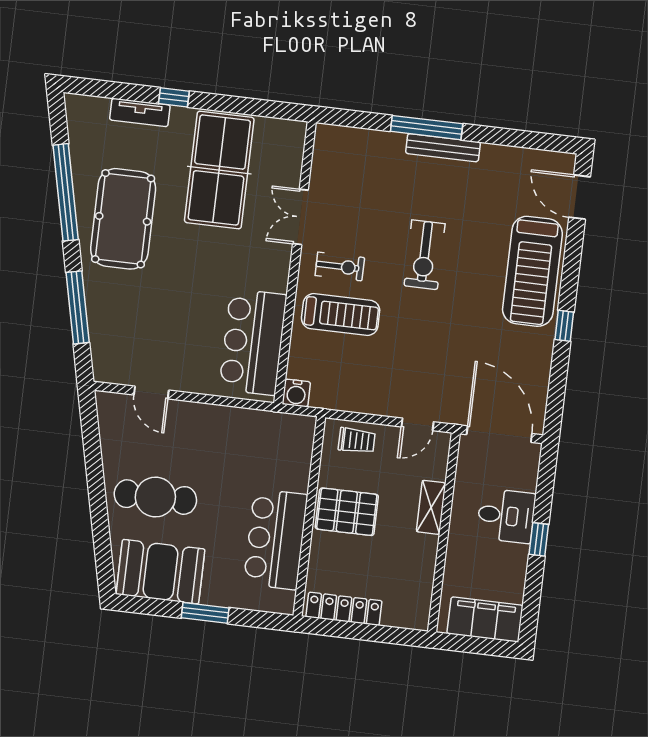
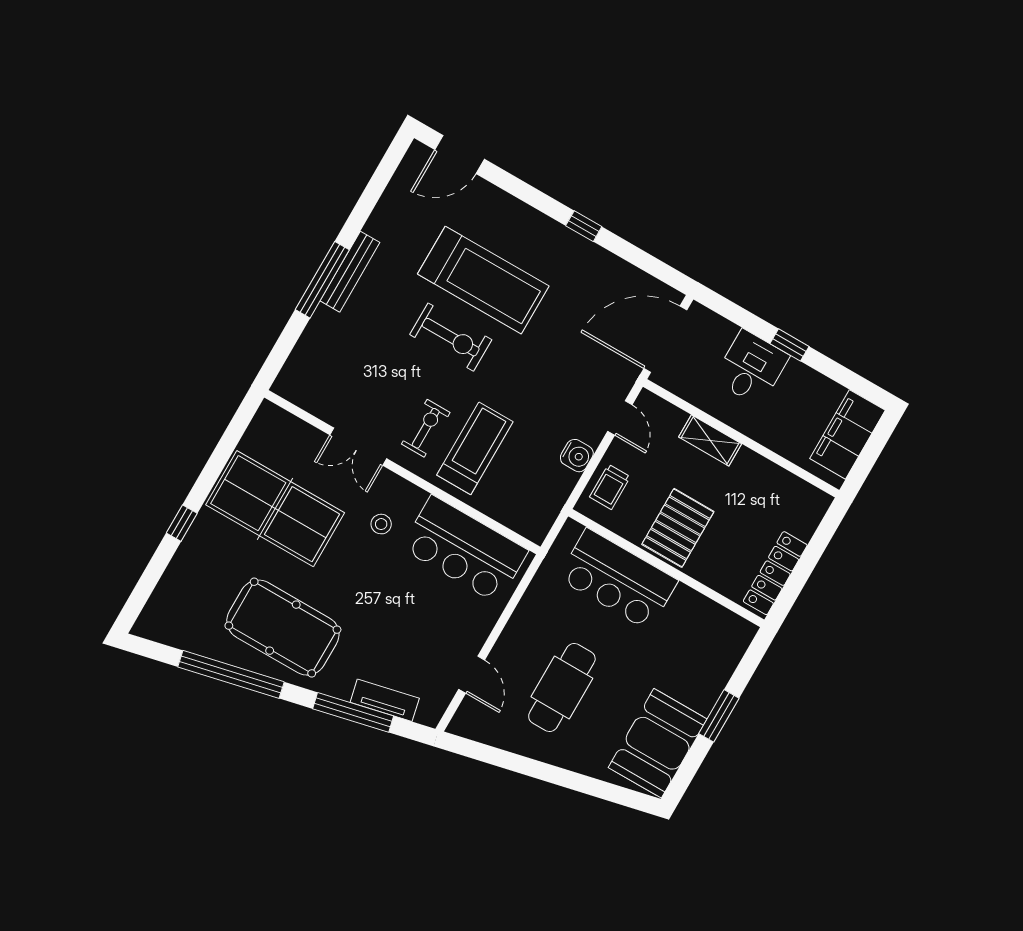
tv unit: (140, 112) -> (385, 700), moved, turned -103
stool: (244, 264) -> (381, 524), added
treadmill: (532, 271) -> (483, 280), moved
door: (151, 393) -> (472, 675), hinge flipped
water cooler: (296, 393) -> (577, 456), moved
trolley: (357, 441) -> (610, 487), turned 180
cafe table: (155, 497) -> (562, 688), moved
bar counter: (276, 539) -> (618, 579), moved

